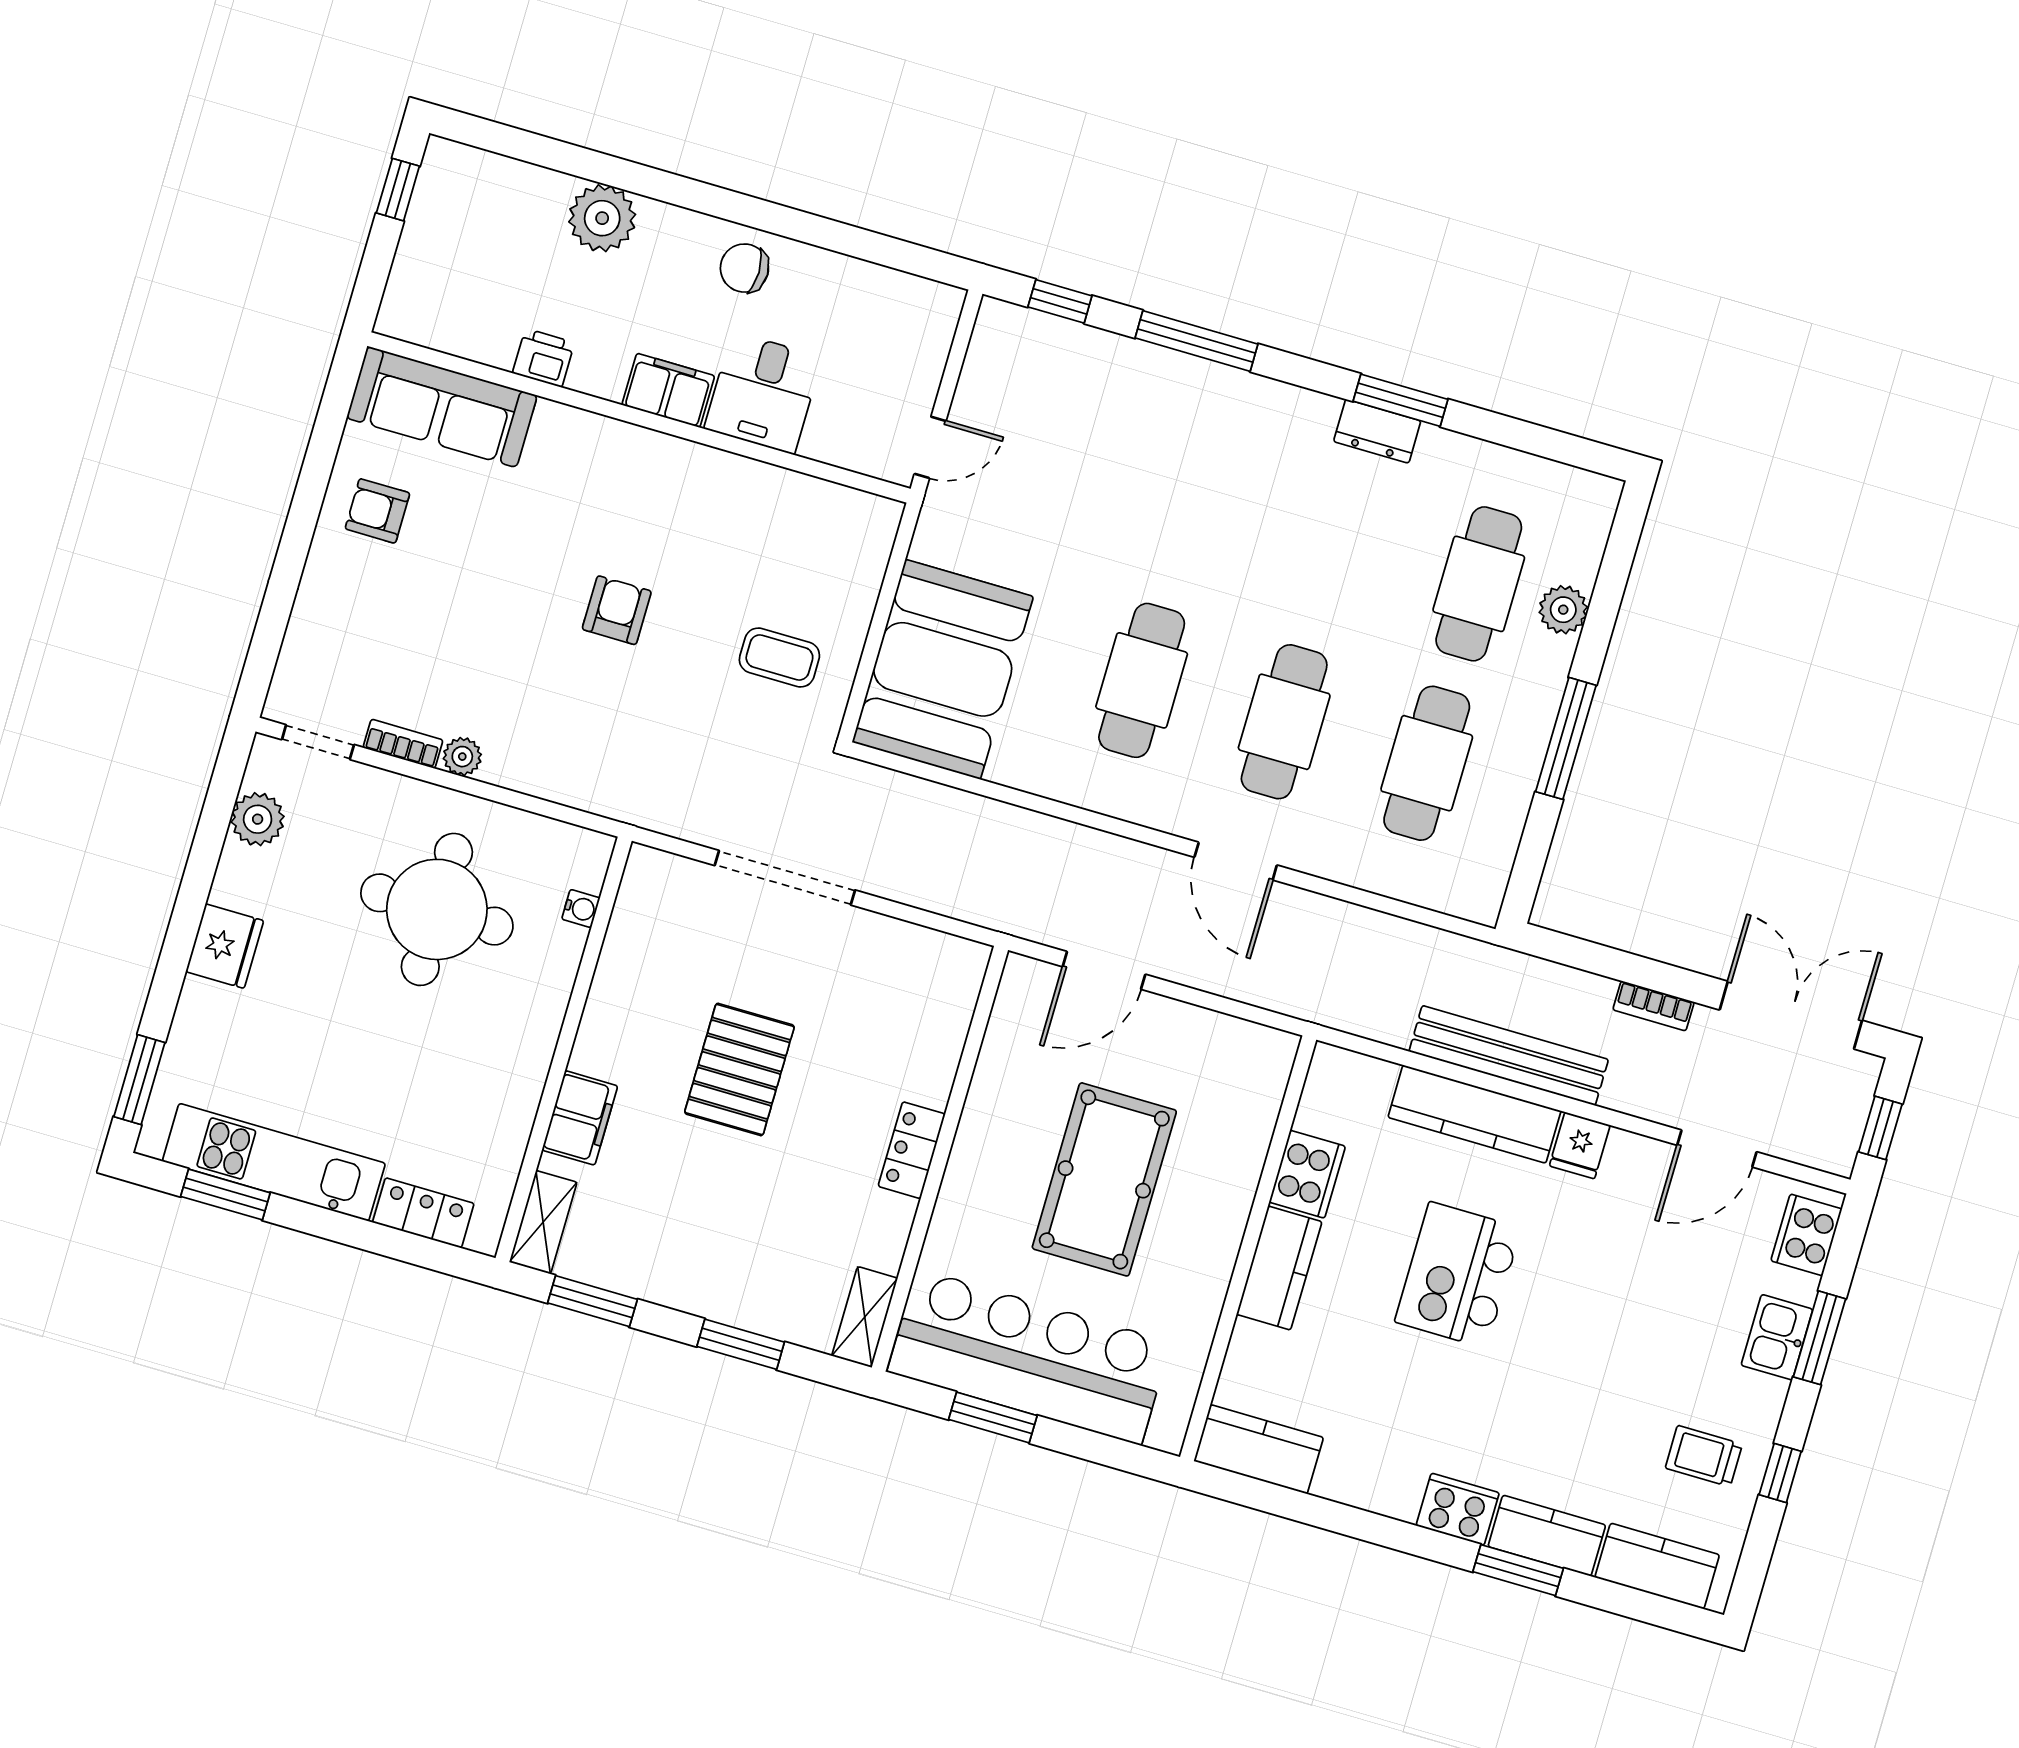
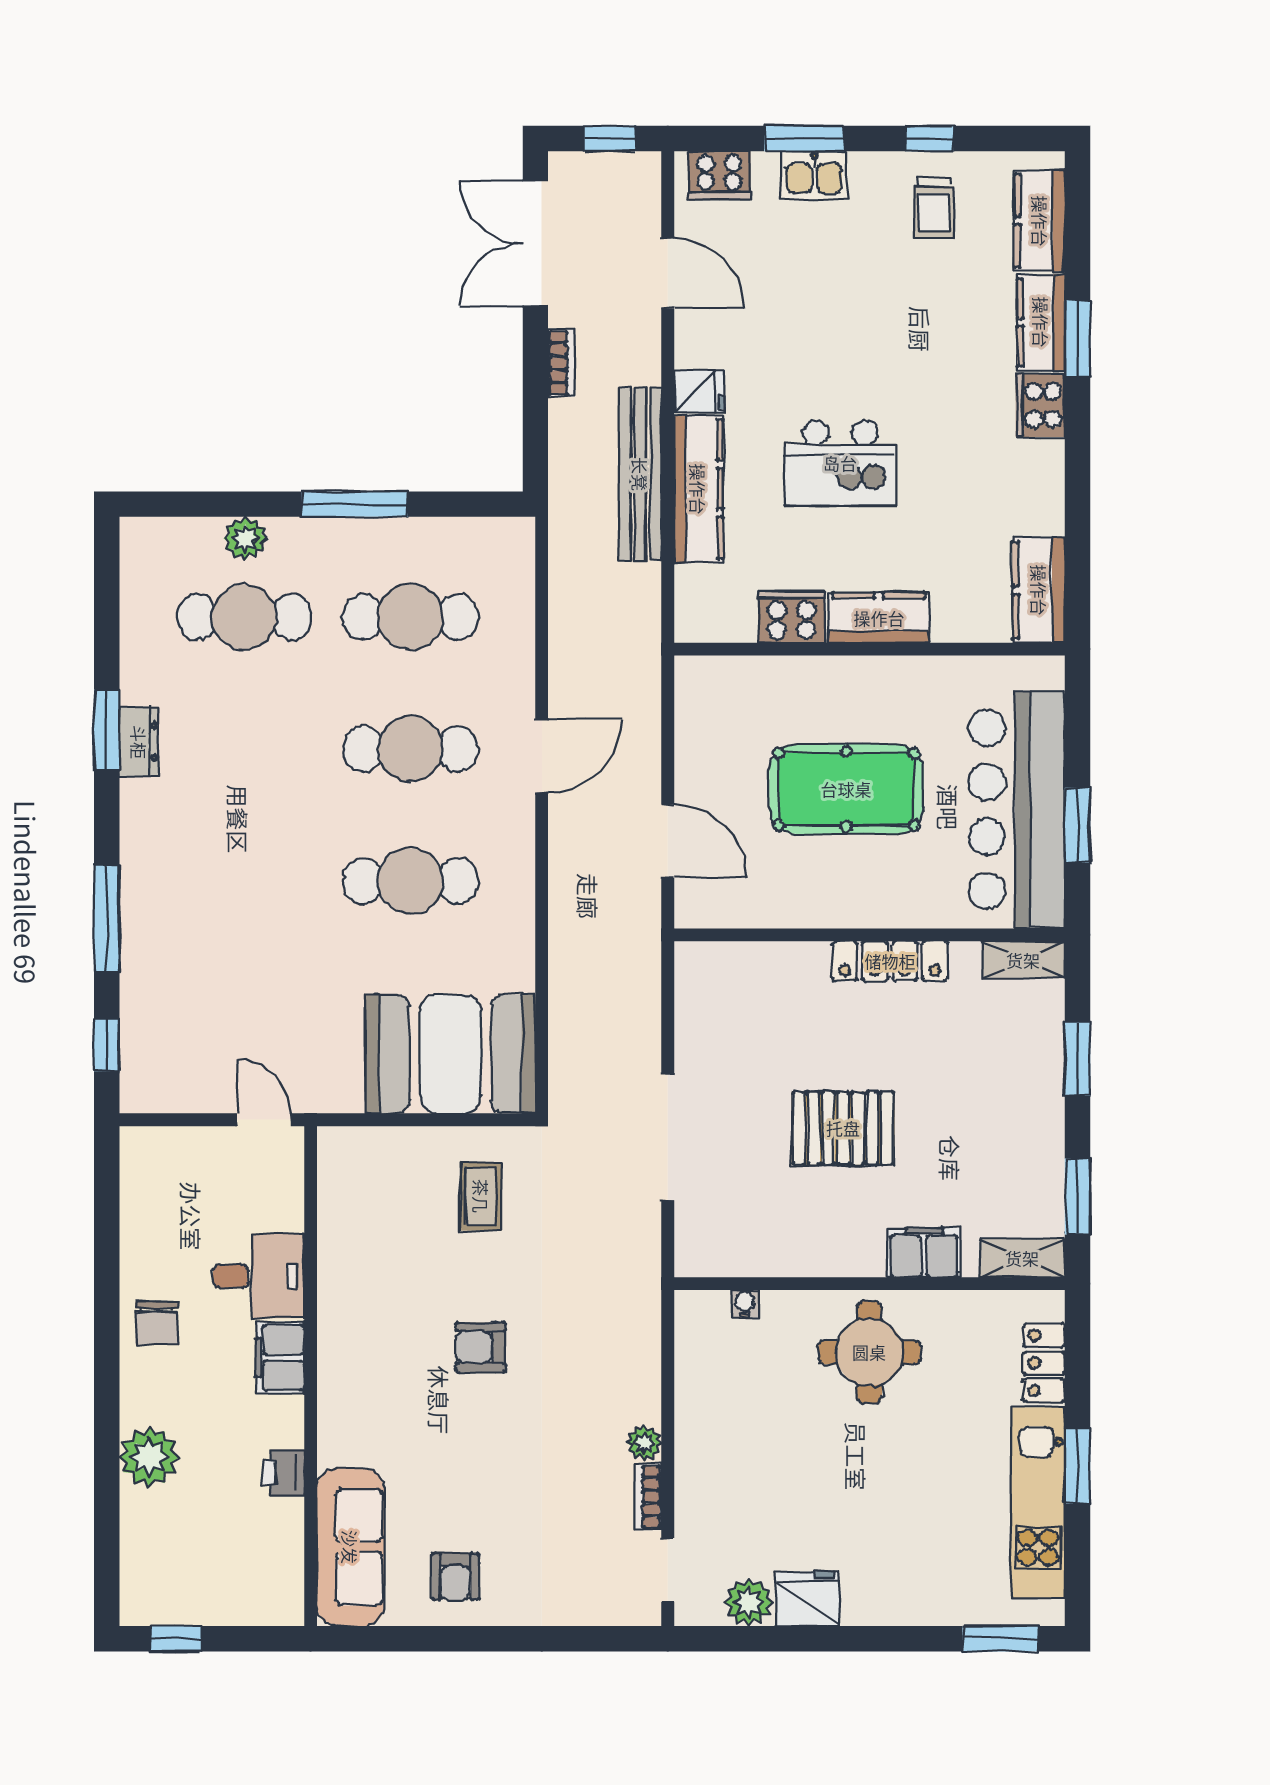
round table: (437, 909) -> (869, 1352), moved, width x0.73, depth x0.73
fridge: (225, 946) -> (807, 1599), moved
locker: (912, 1150) -> (890, 961), width x1.53
window: (225, 1195) -> (1077, 1466), moved

